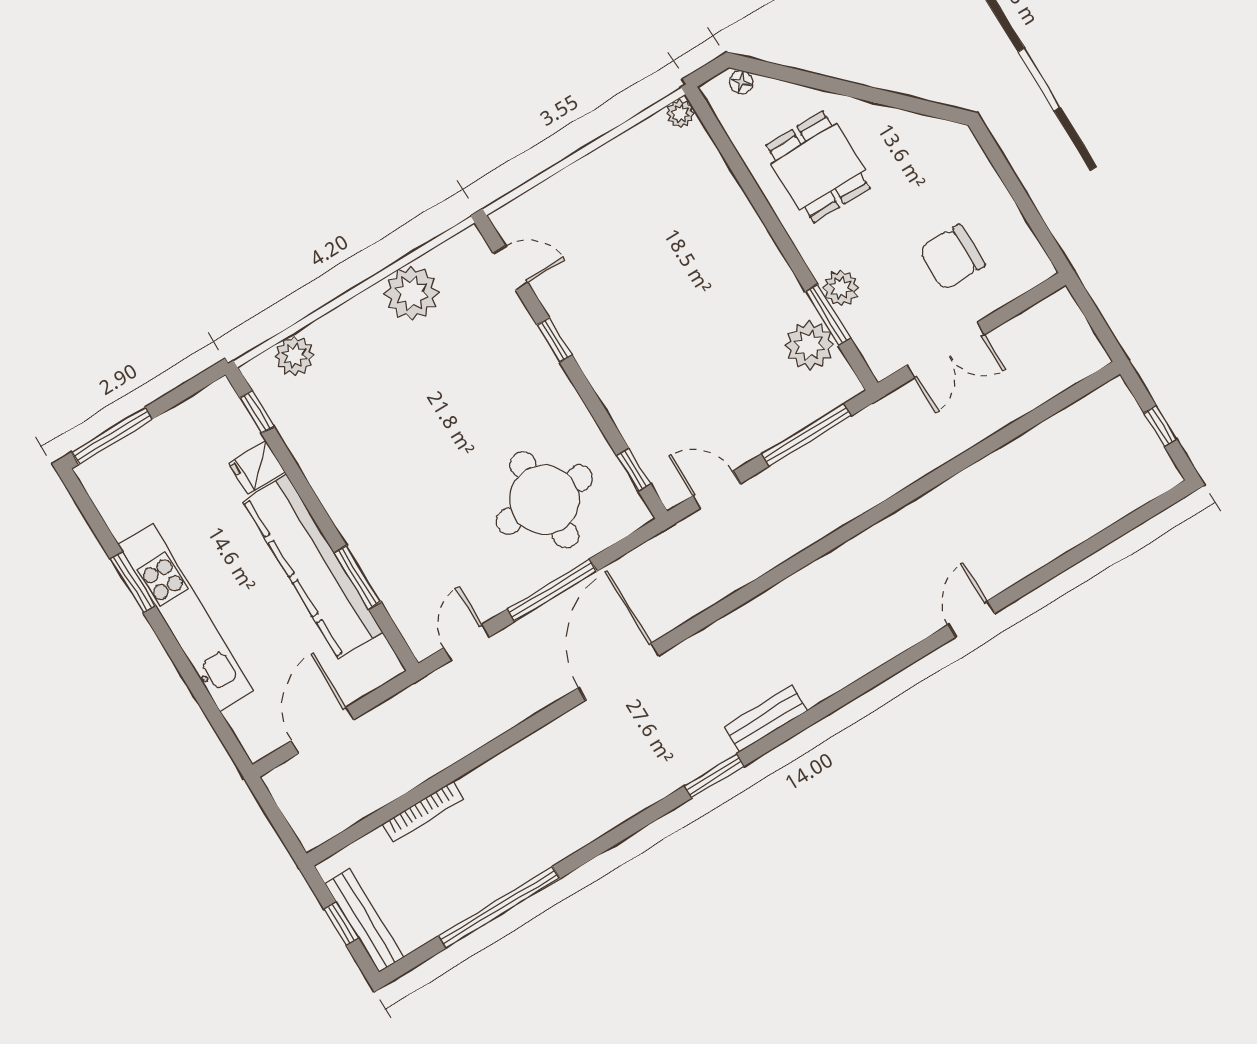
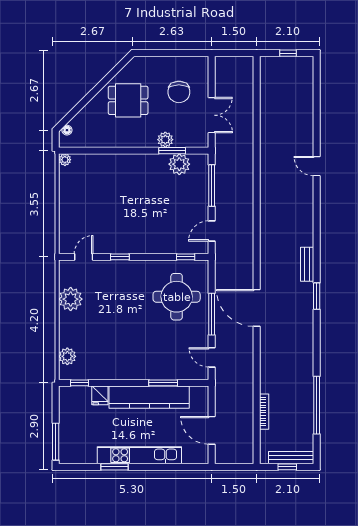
dining table: (818, 167) -> (128, 100), moved

